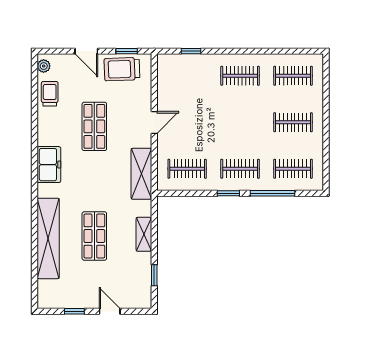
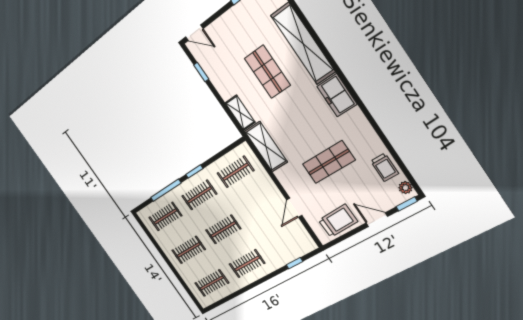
window: (127, 51) -> (407, 204), moved
clothes rail: (240, 122) -> (223, 229), added
door: (154, 123) -> (294, 208), moved
shop shelf: (94, 126) -> (329, 162), turned 90
freezer: (49, 165) -> (337, 95), moved
shelving: (144, 234) -> (240, 113), moved
door: (110, 311) -> (194, 33), moved

